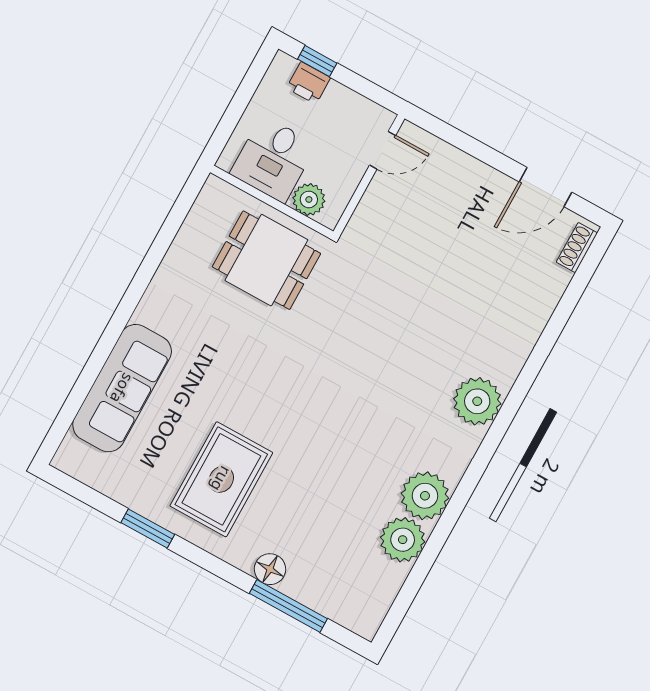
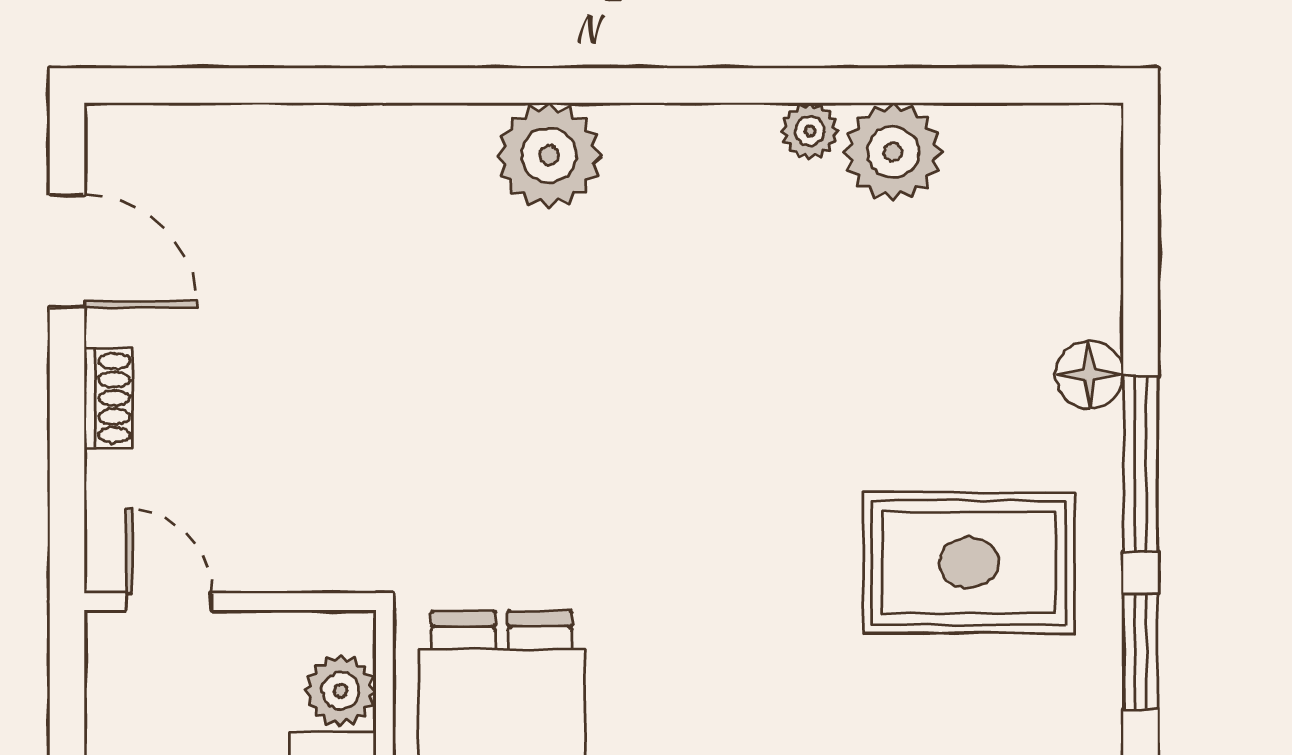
shoe rack: (577, 248) -> (108, 398), moved, turned -90
plant: (425, 496) -> (810, 131), width x0.53, depth x0.53
window: (288, 606) -> (1141, 464), moved

